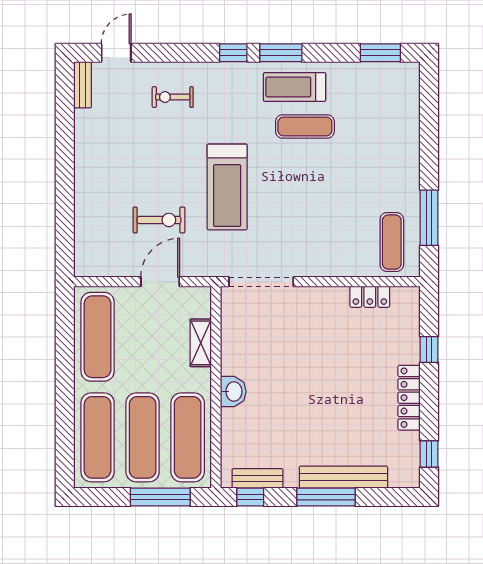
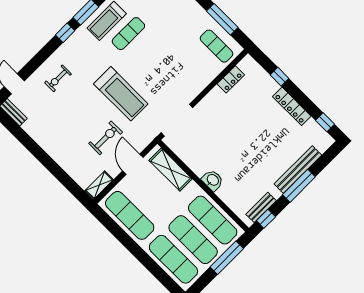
shelving: (97, 267) -> (99, 185), added
shelving: (201, 343) -> (171, 170), width x1.50, depth x1.33

